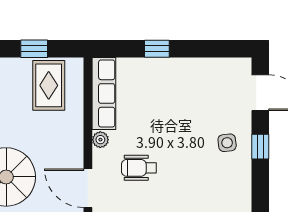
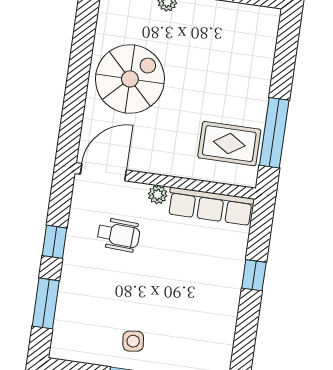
window: (34, 49) -> (274, 133), width x2.17
wheelchair: (139, 168) -> (119, 235), turned 93

